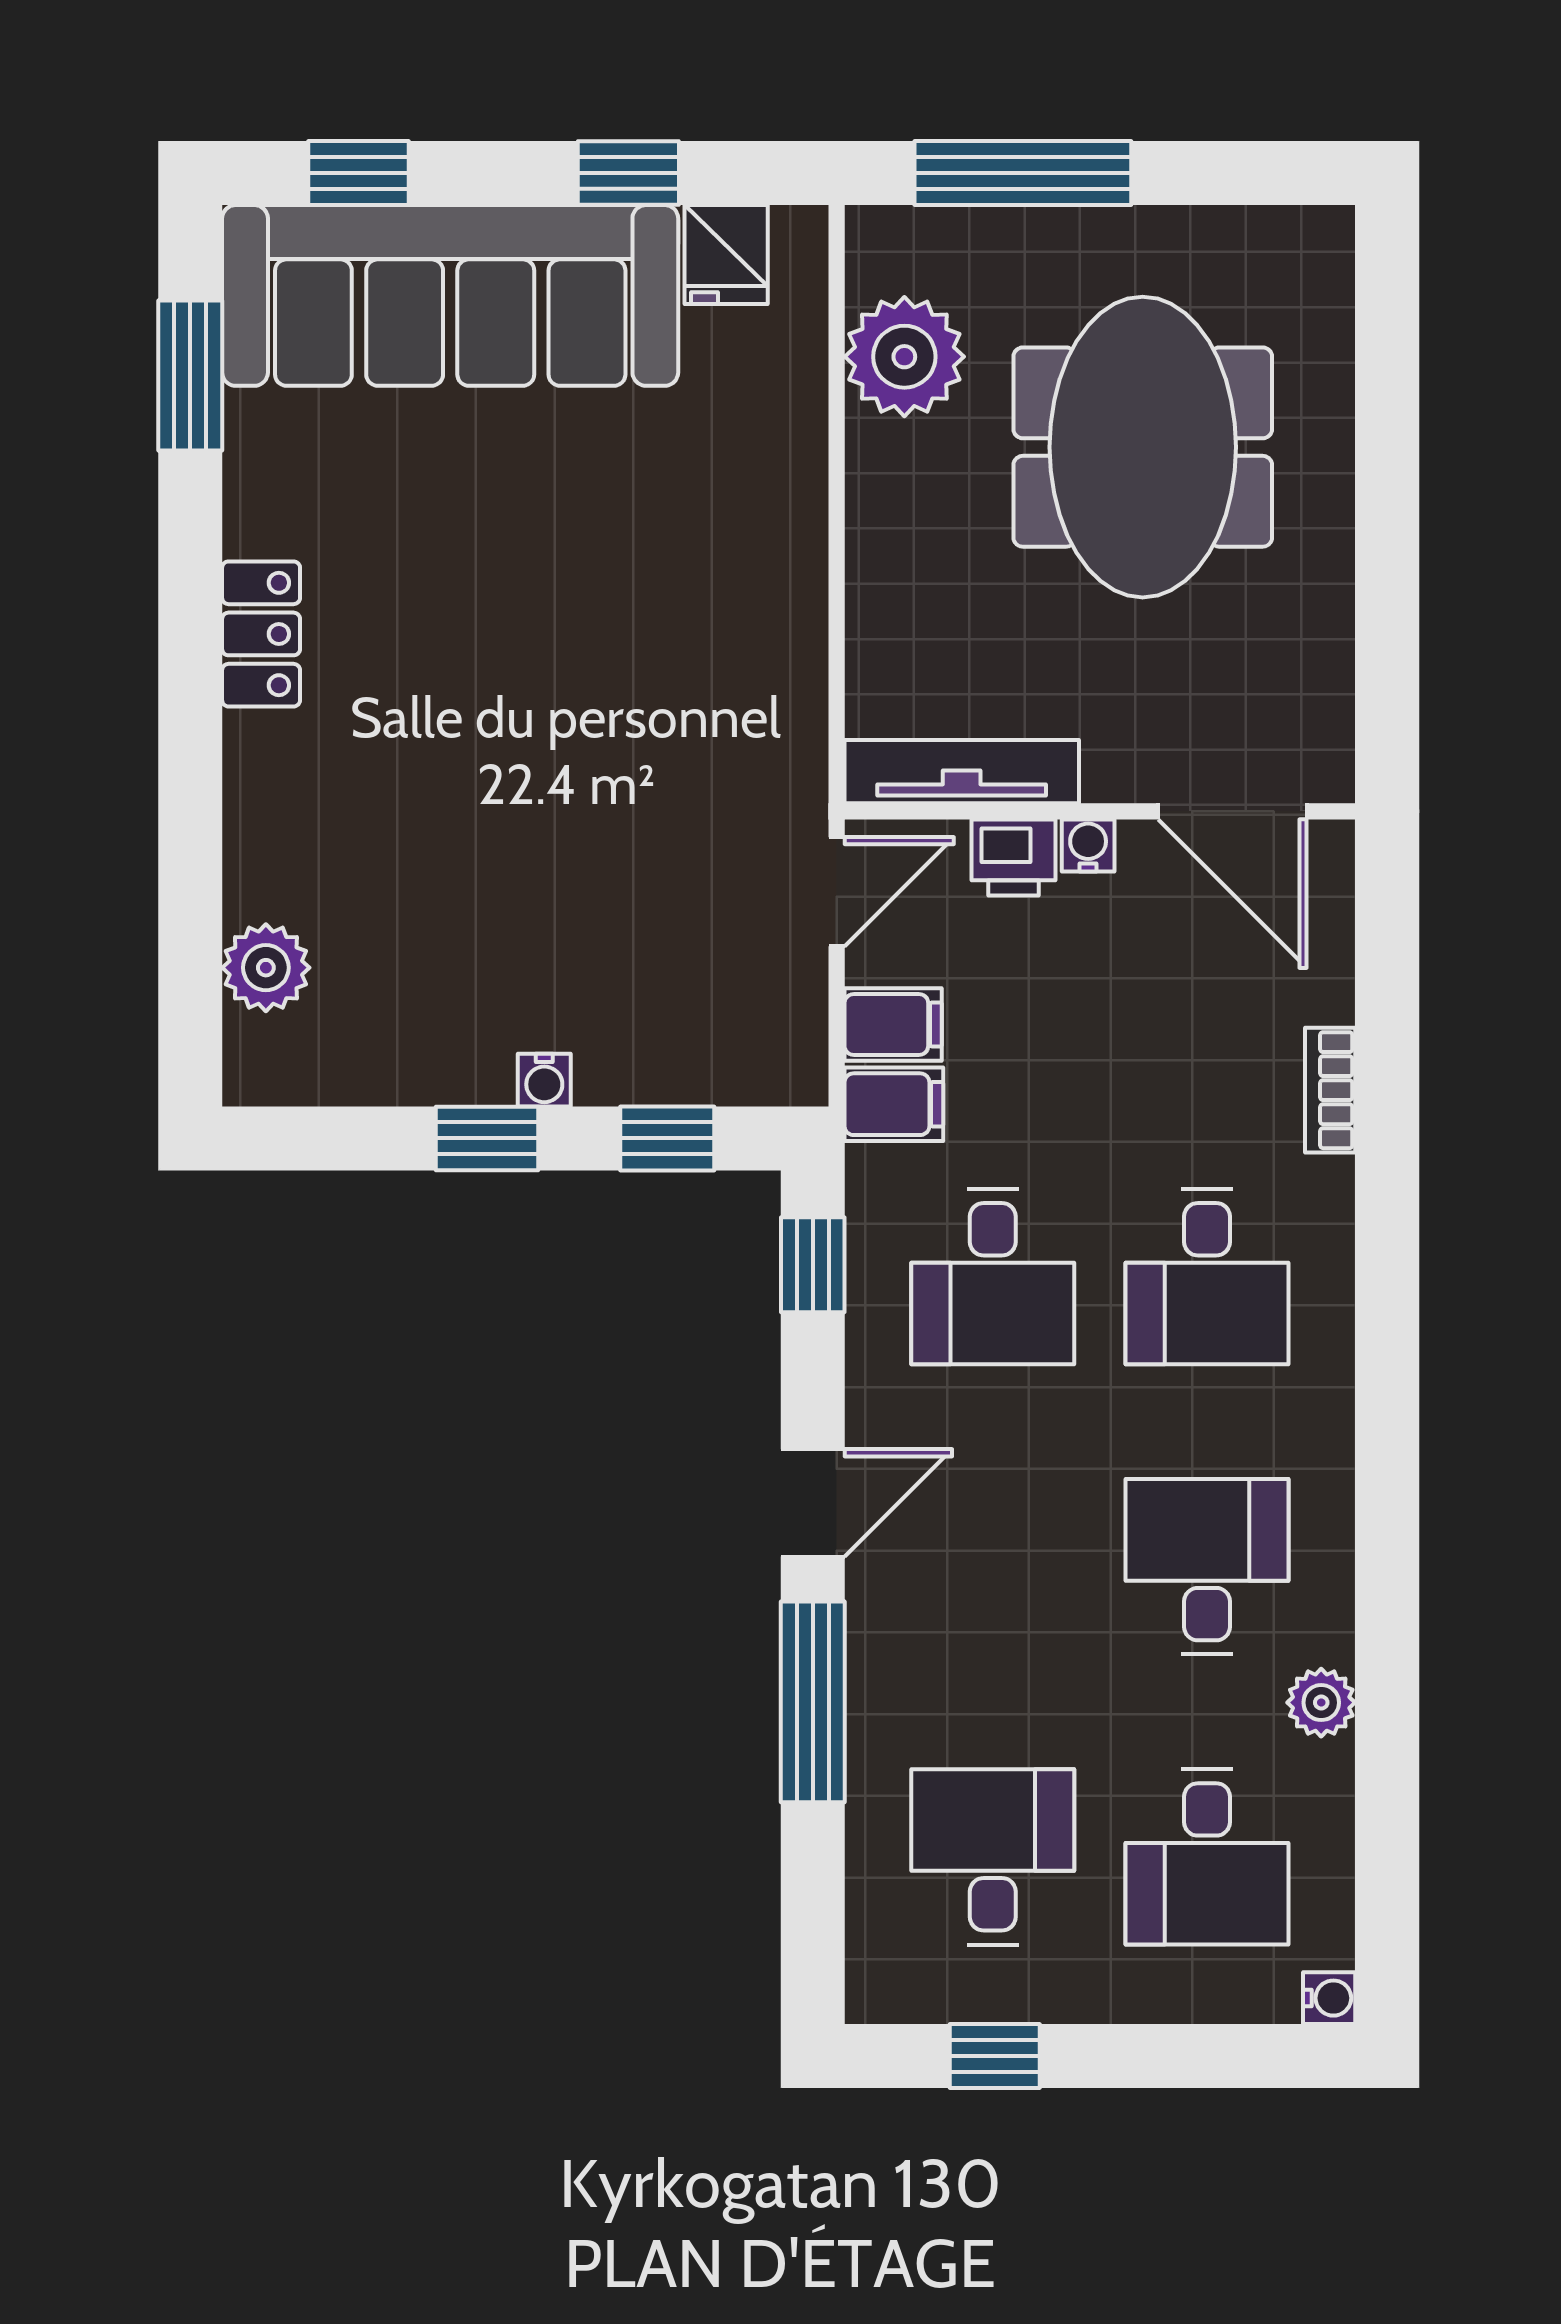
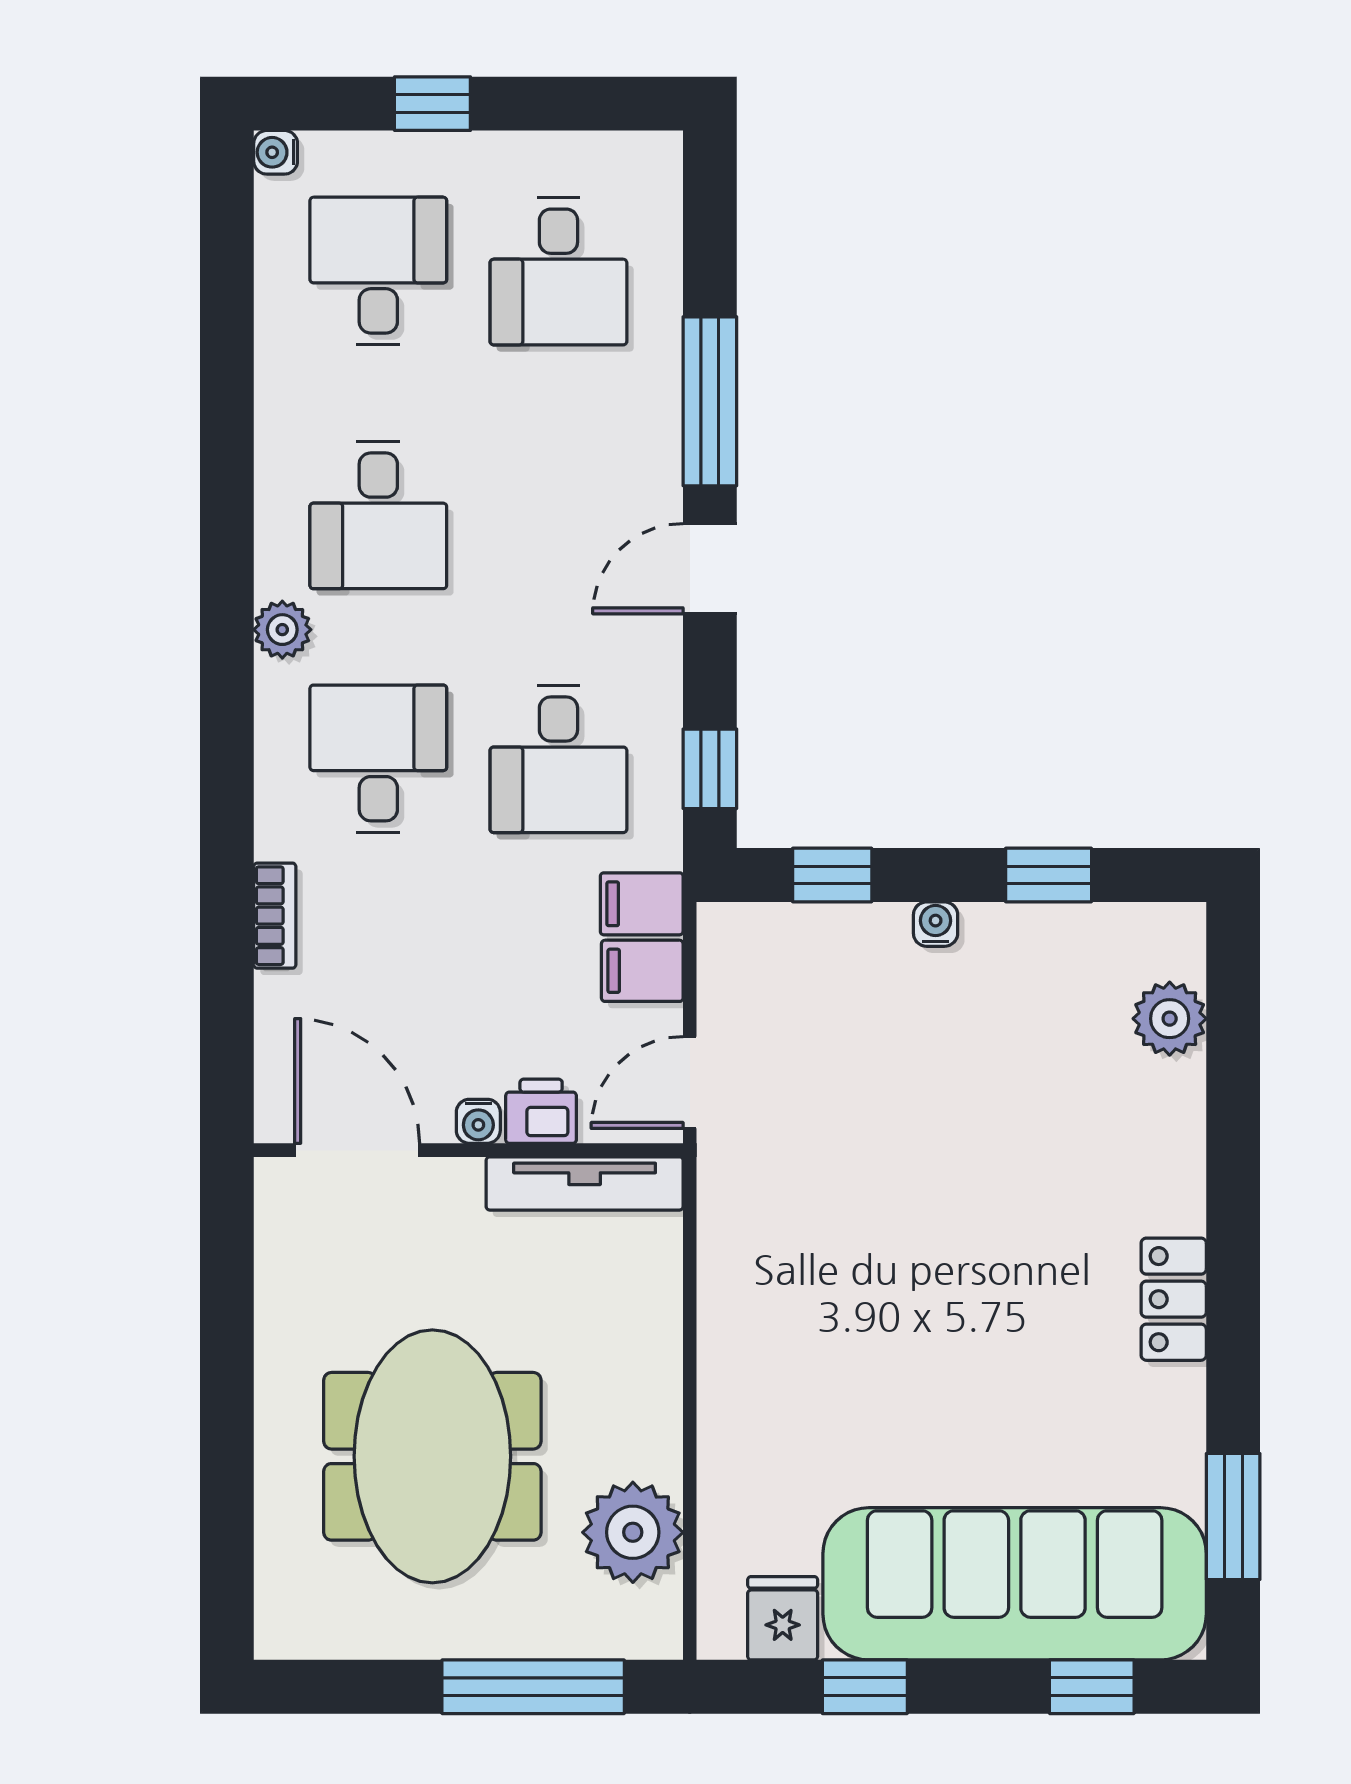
window: (487, 1138) -> (1049, 875), moved
desk: (993, 1277) -> (558, 759), turned 180
plant: (1321, 1703) -> (282, 630), moved
window: (995, 2056) -> (432, 104), moved

